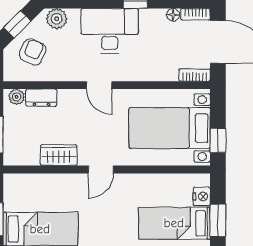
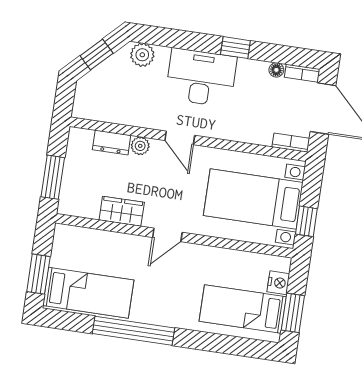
armchair: (33, 52) -> (109, 89), removed
plant: (17, 97) -> (140, 146), moved

